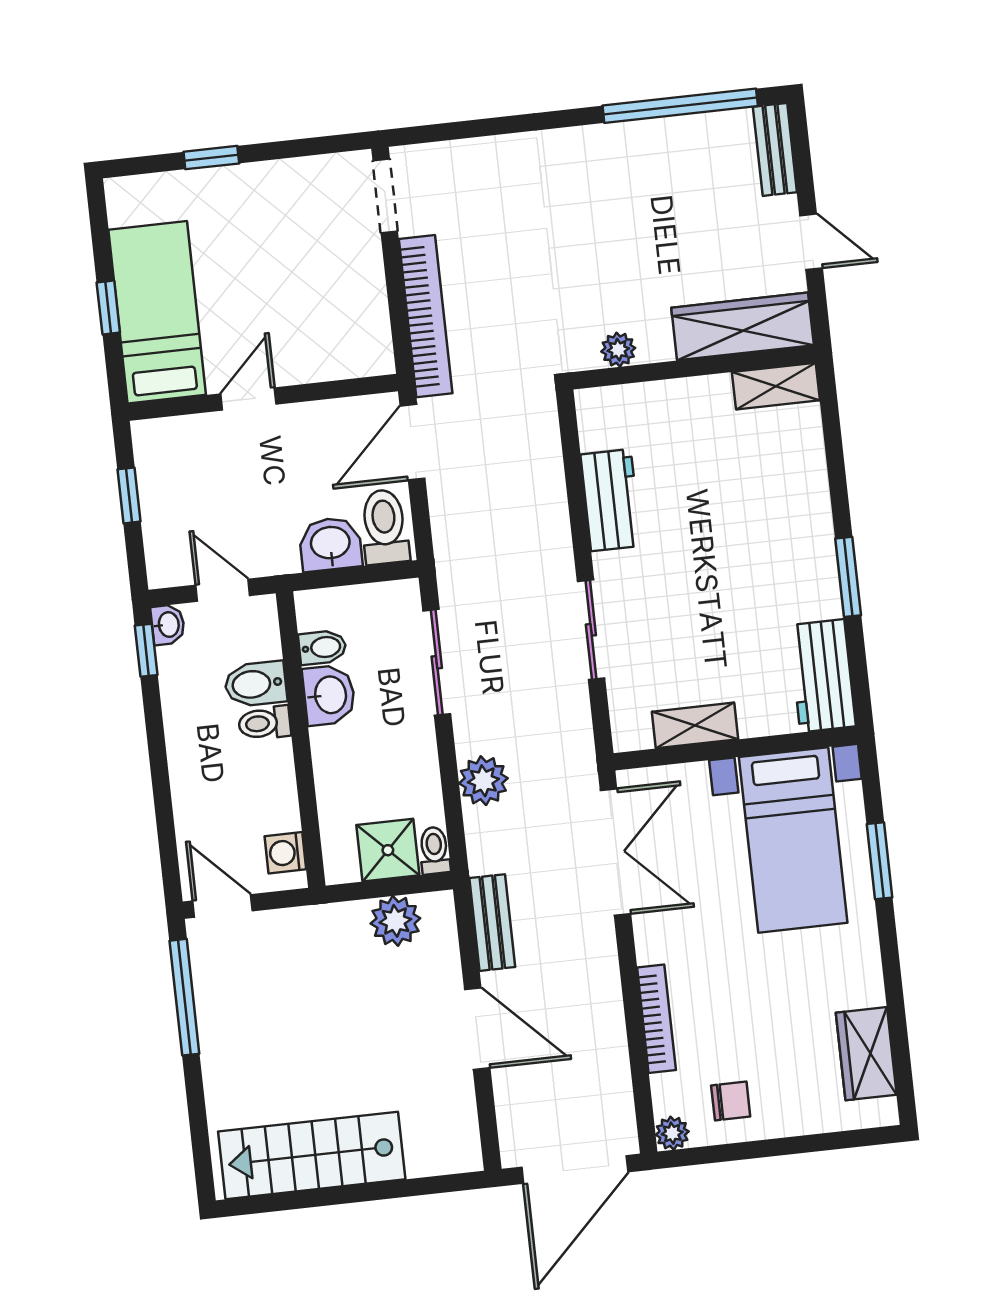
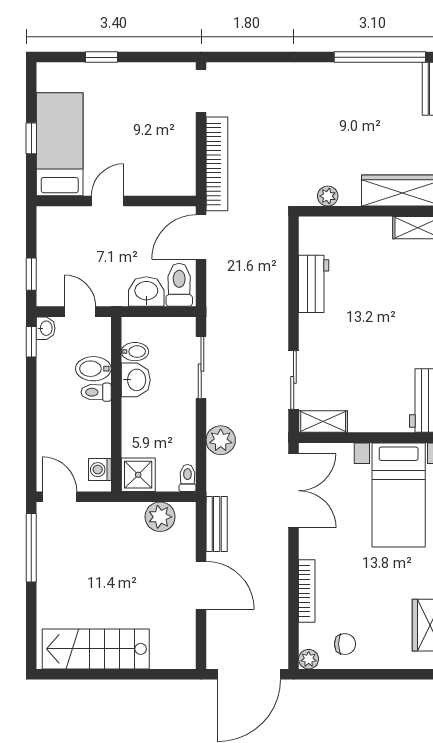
window: (129, 495) -> (31, 274), moved
sliding door: (591, 630) -> (294, 380), moved
shelving: (695, 725) -> (323, 421), moved
shower: (388, 850) -> (138, 475), moved

